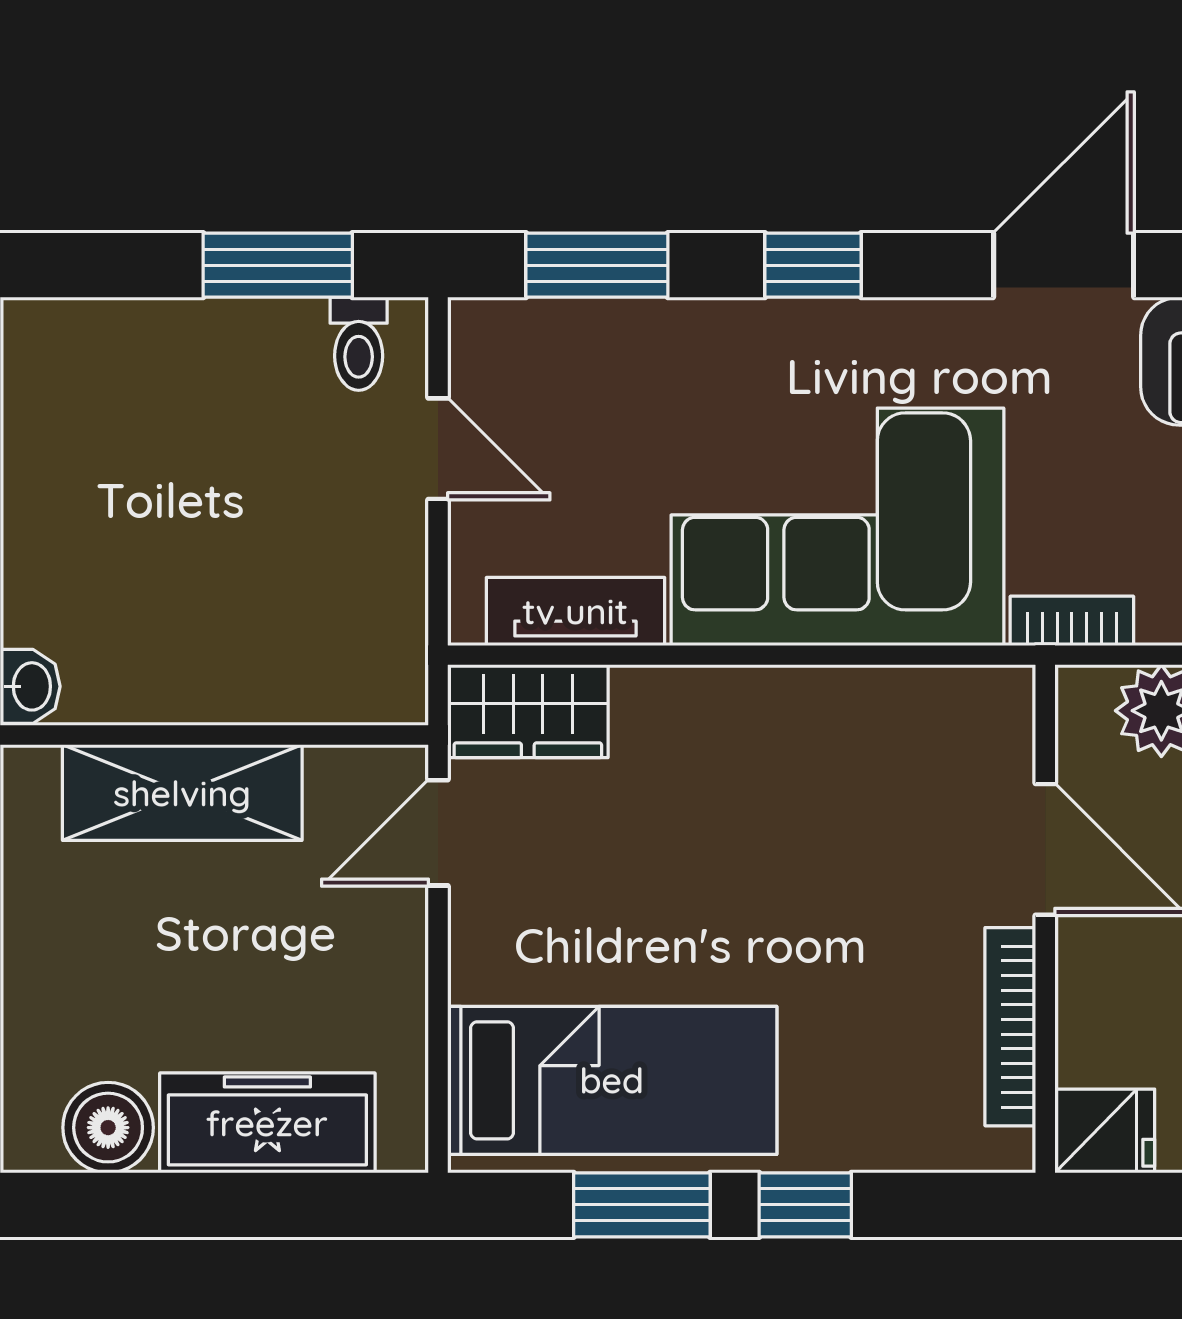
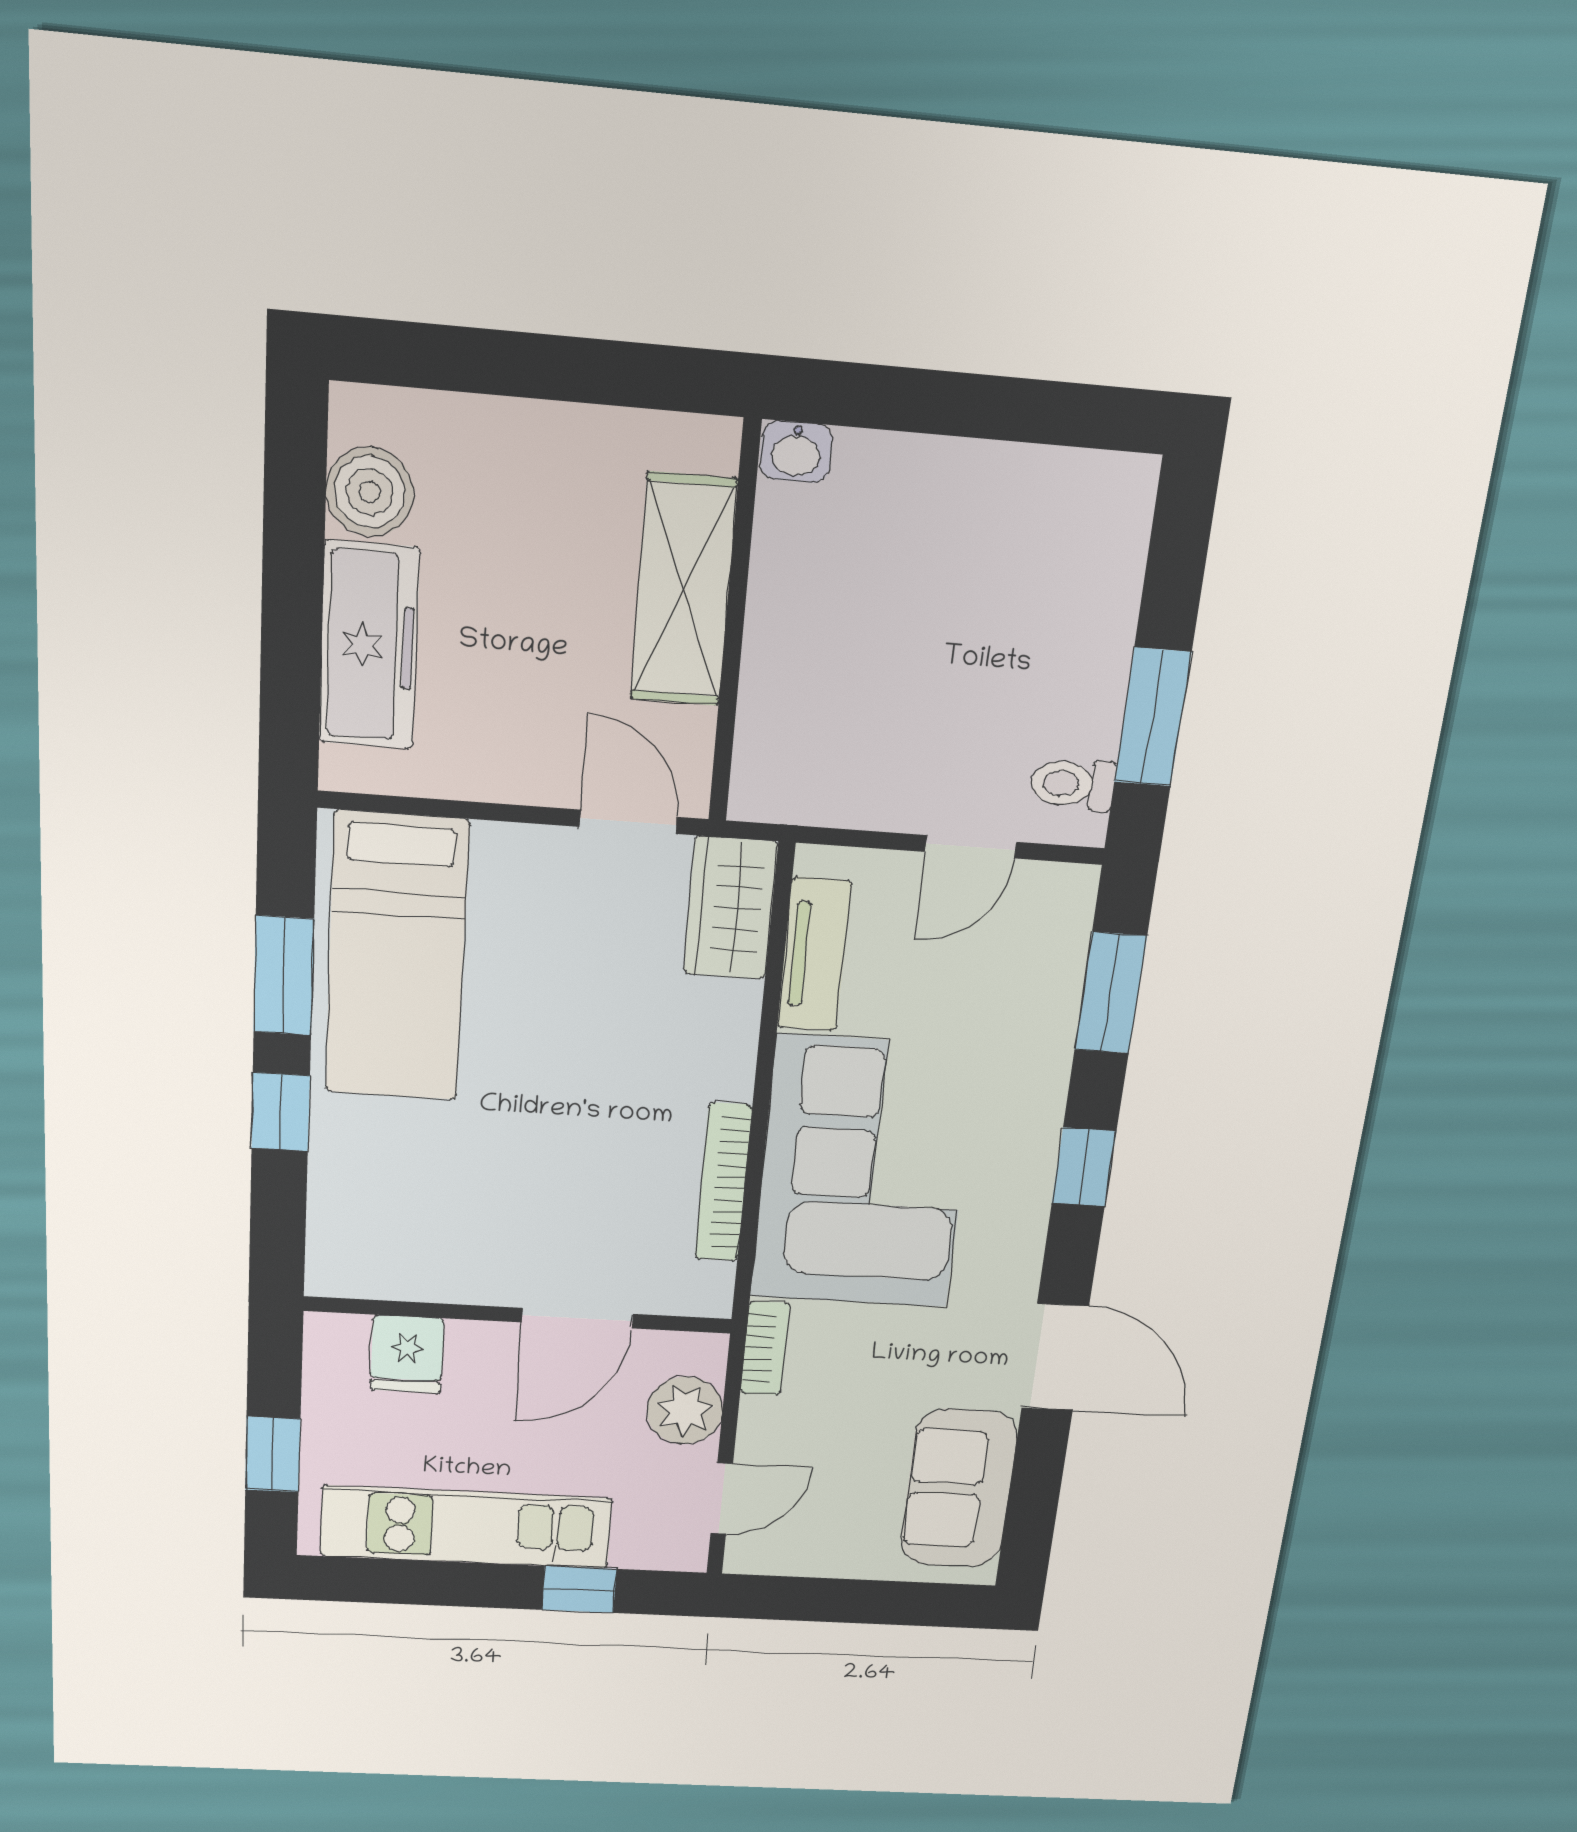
bookcase: (1010, 1027) -> (723, 1182), moved, turned -90
fridge: (1105, 1131) -> (407, 1354), moved

